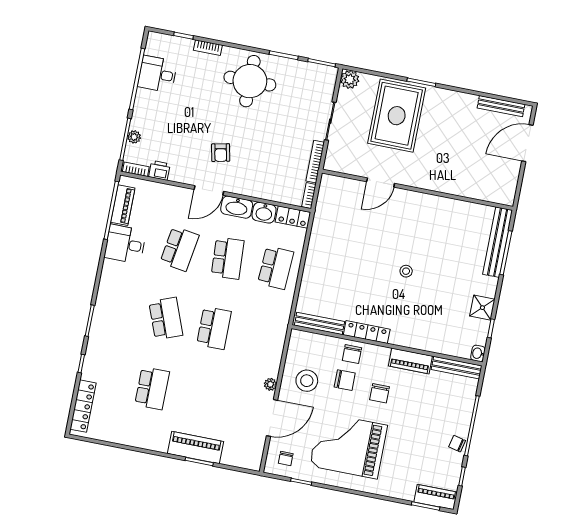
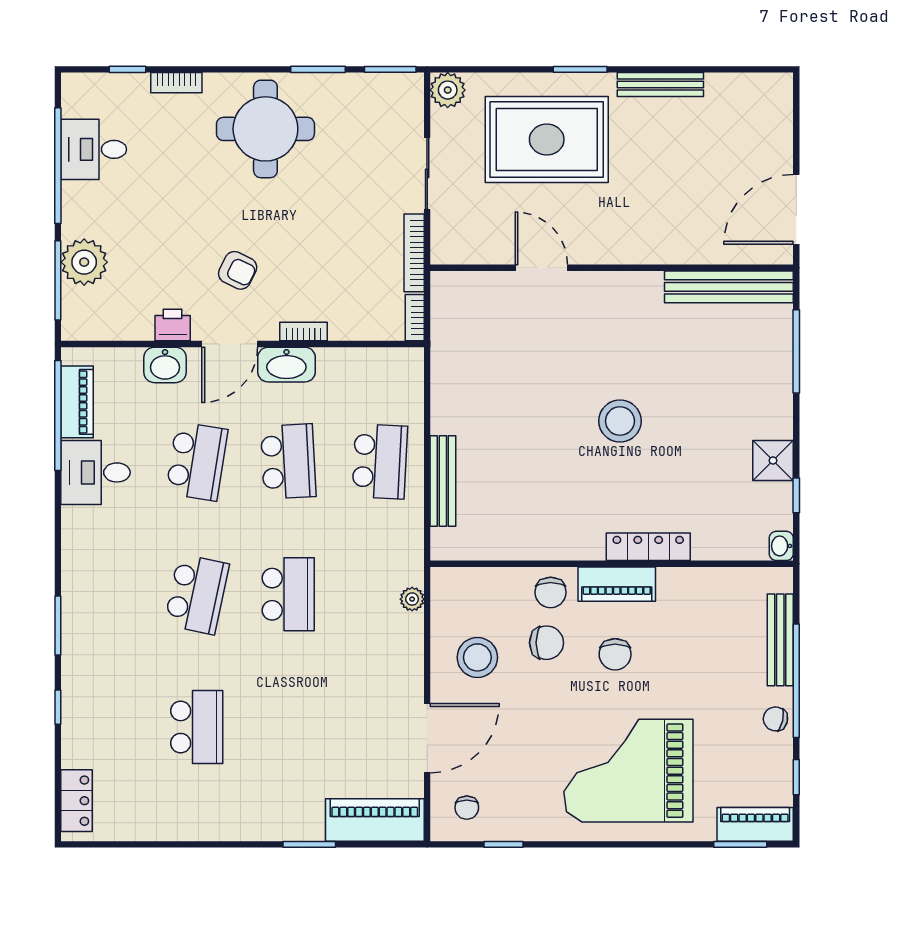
bench: (501, 106) -> (660, 85), moved
rug: (397, 116) -> (547, 139), turned 90
plant: (134, 137) -> (84, 262), width x1.88, depth x1.88
door: (527, 143) -> (796, 209), moved
armchair: (221, 153) -> (238, 270), turned -52
bookcase: (136, 169) -> (304, 331), moved
printer: (159, 170) -> (173, 325), moved
door: (381, 183) -> (541, 268), swing flipped
washbasin: (264, 213) -> (165, 365), moved
locker: (293, 217) -> (393, 363), removed
bench: (498, 242) -> (729, 287), moved, turned 90
stool: (406, 271) -> (620, 421), width x1.89, depth x1.89
school desk: (166, 319) -> (197, 594), turned 33
bench: (319, 323) -> (443, 481), moved, turned 90
locker: (367, 332) -> (648, 547), moved
piano: (410, 361) -> (617, 584), moved
bench: (457, 368) -> (780, 640), moved, turned 90
plant: (270, 384) -> (412, 599), moved
locker: (83, 406) -> (77, 801), width x0.66
grand piano: (348, 446) -> (628, 771), moved
piano: (195, 448) -> (375, 820), moved

